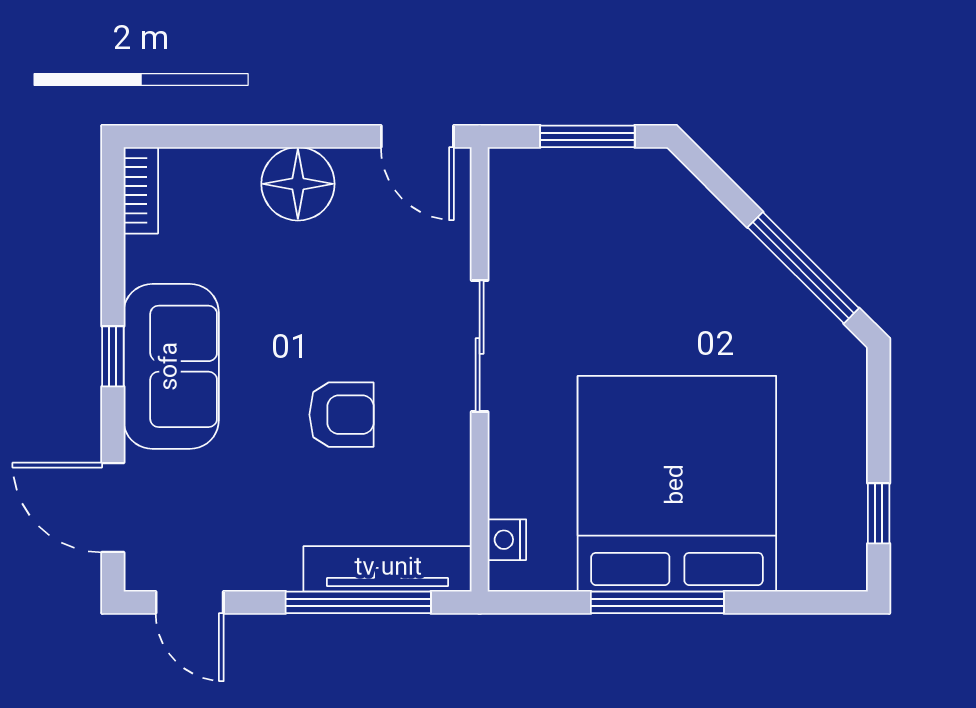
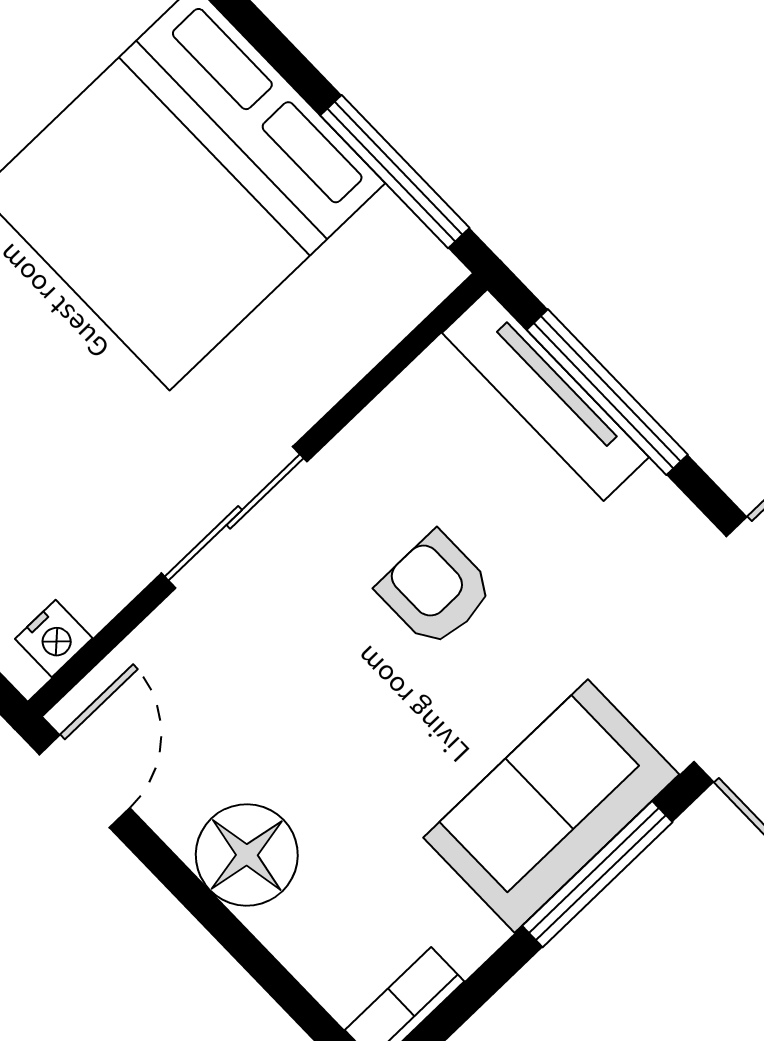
window: (113, 356) -> (597, 874), width x2.17
nightstand: (507, 540) -> (54, 639), moved
window: (657, 602) -> (395, 172), moved

